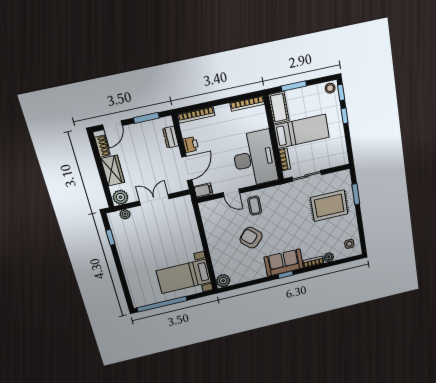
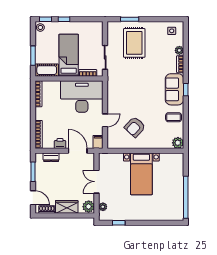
coffee table: (255, 206) -> (174, 117), moved
armchair: (251, 238) -> (135, 127), moved
bed with nightstands: (184, 276) -> (141, 174), moved

